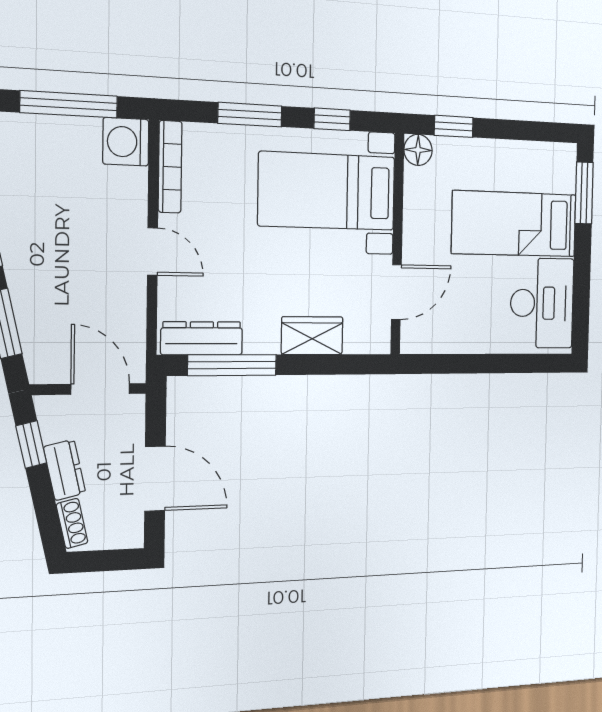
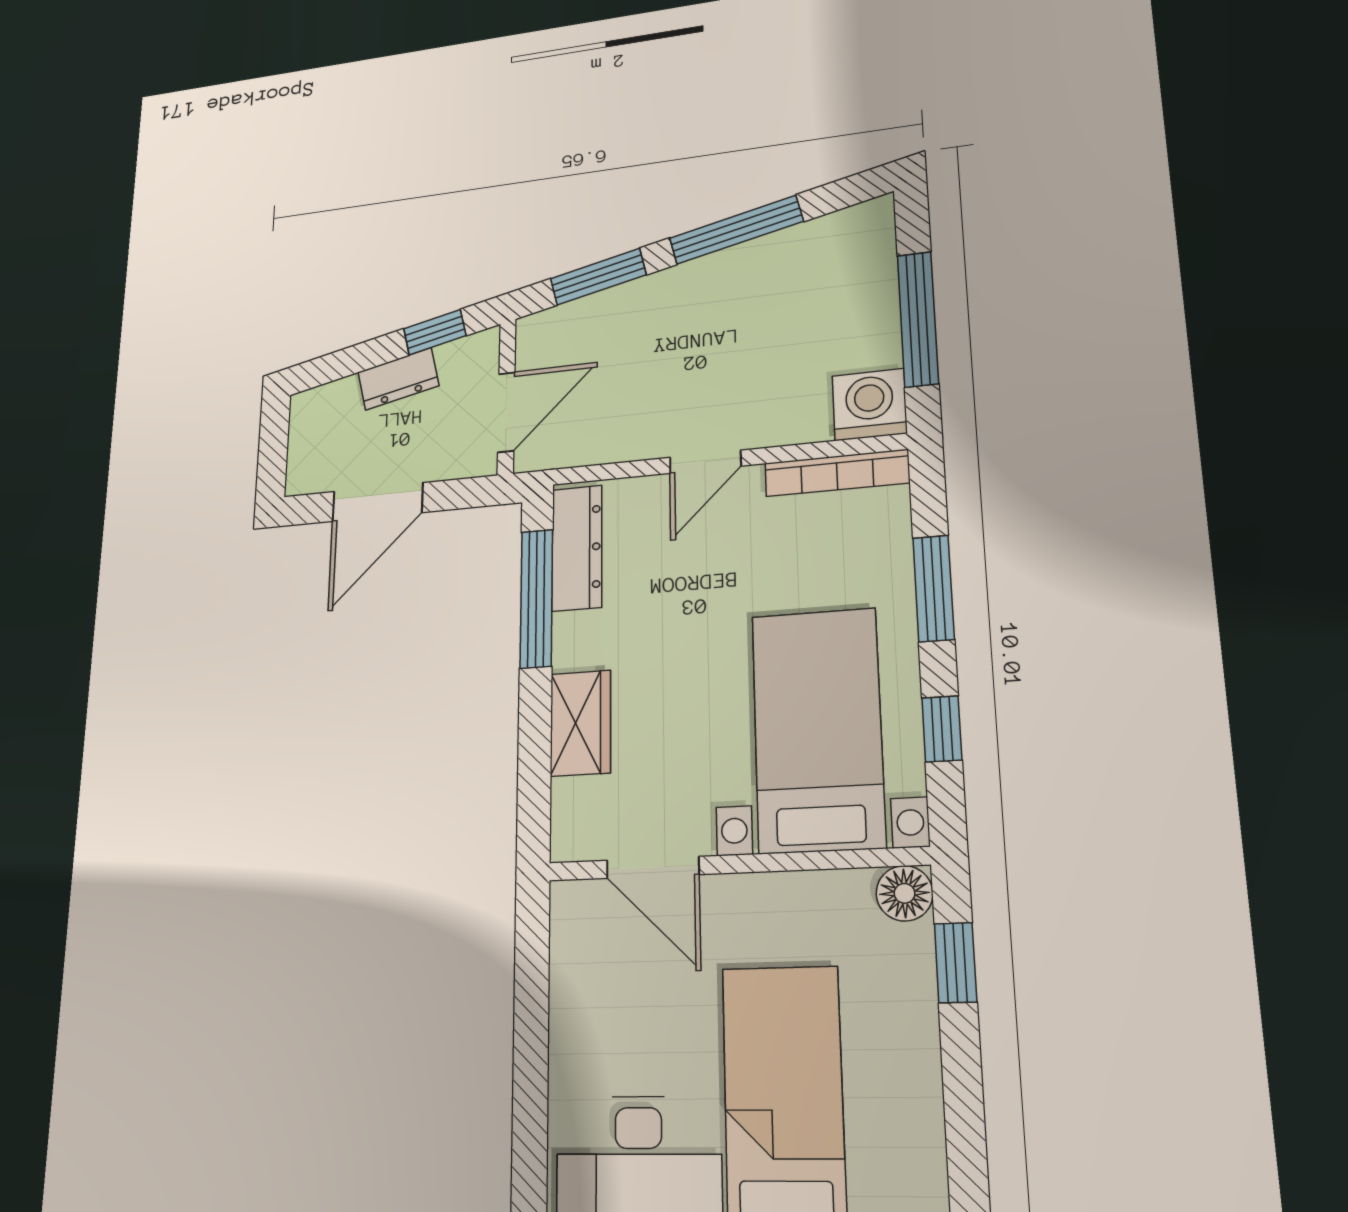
shoe rack: (72, 523) -> (327, 397), removed

